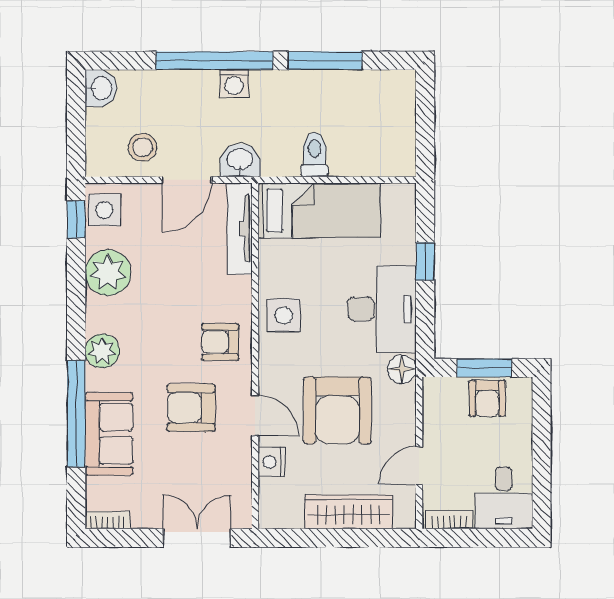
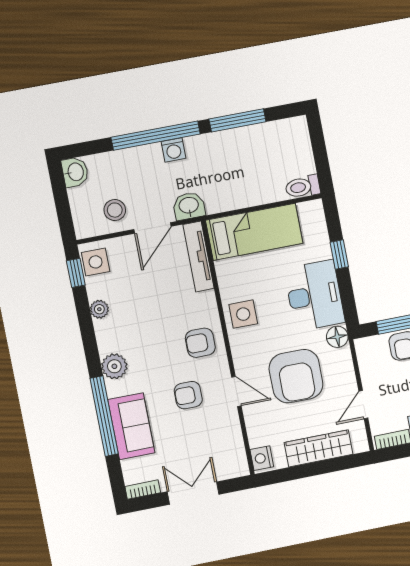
toilet: (315, 155) -> (303, 187), moved, turned -90
plant: (108, 273) -> (99, 309), width x0.53, depth x0.53
armchair: (191, 408) -> (188, 395), width x0.72, depth x0.72
nightstand: (272, 462) -> (262, 458), moved
double door: (197, 538) -> (193, 493), moved

